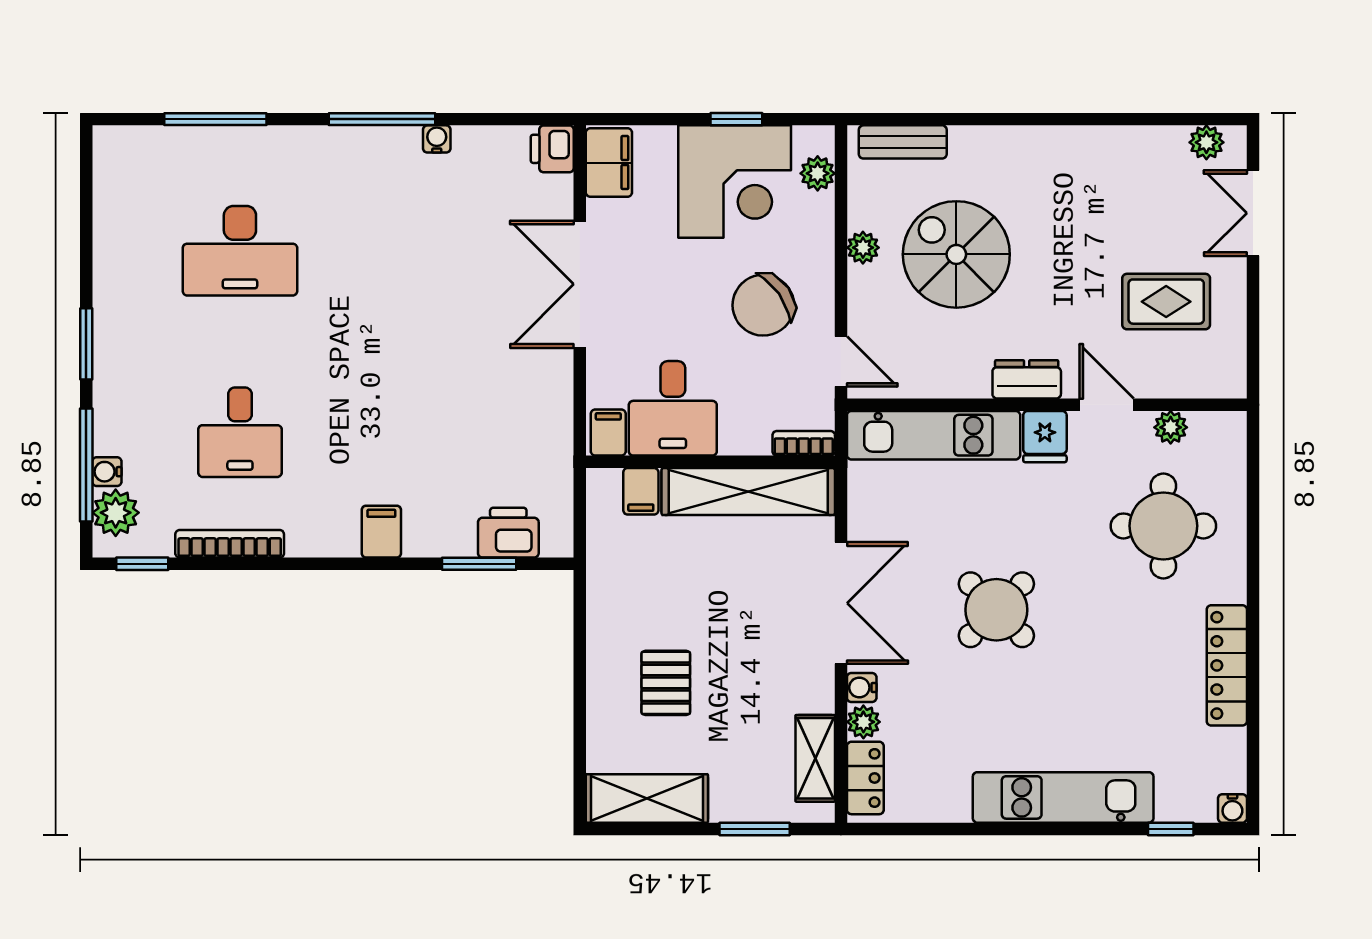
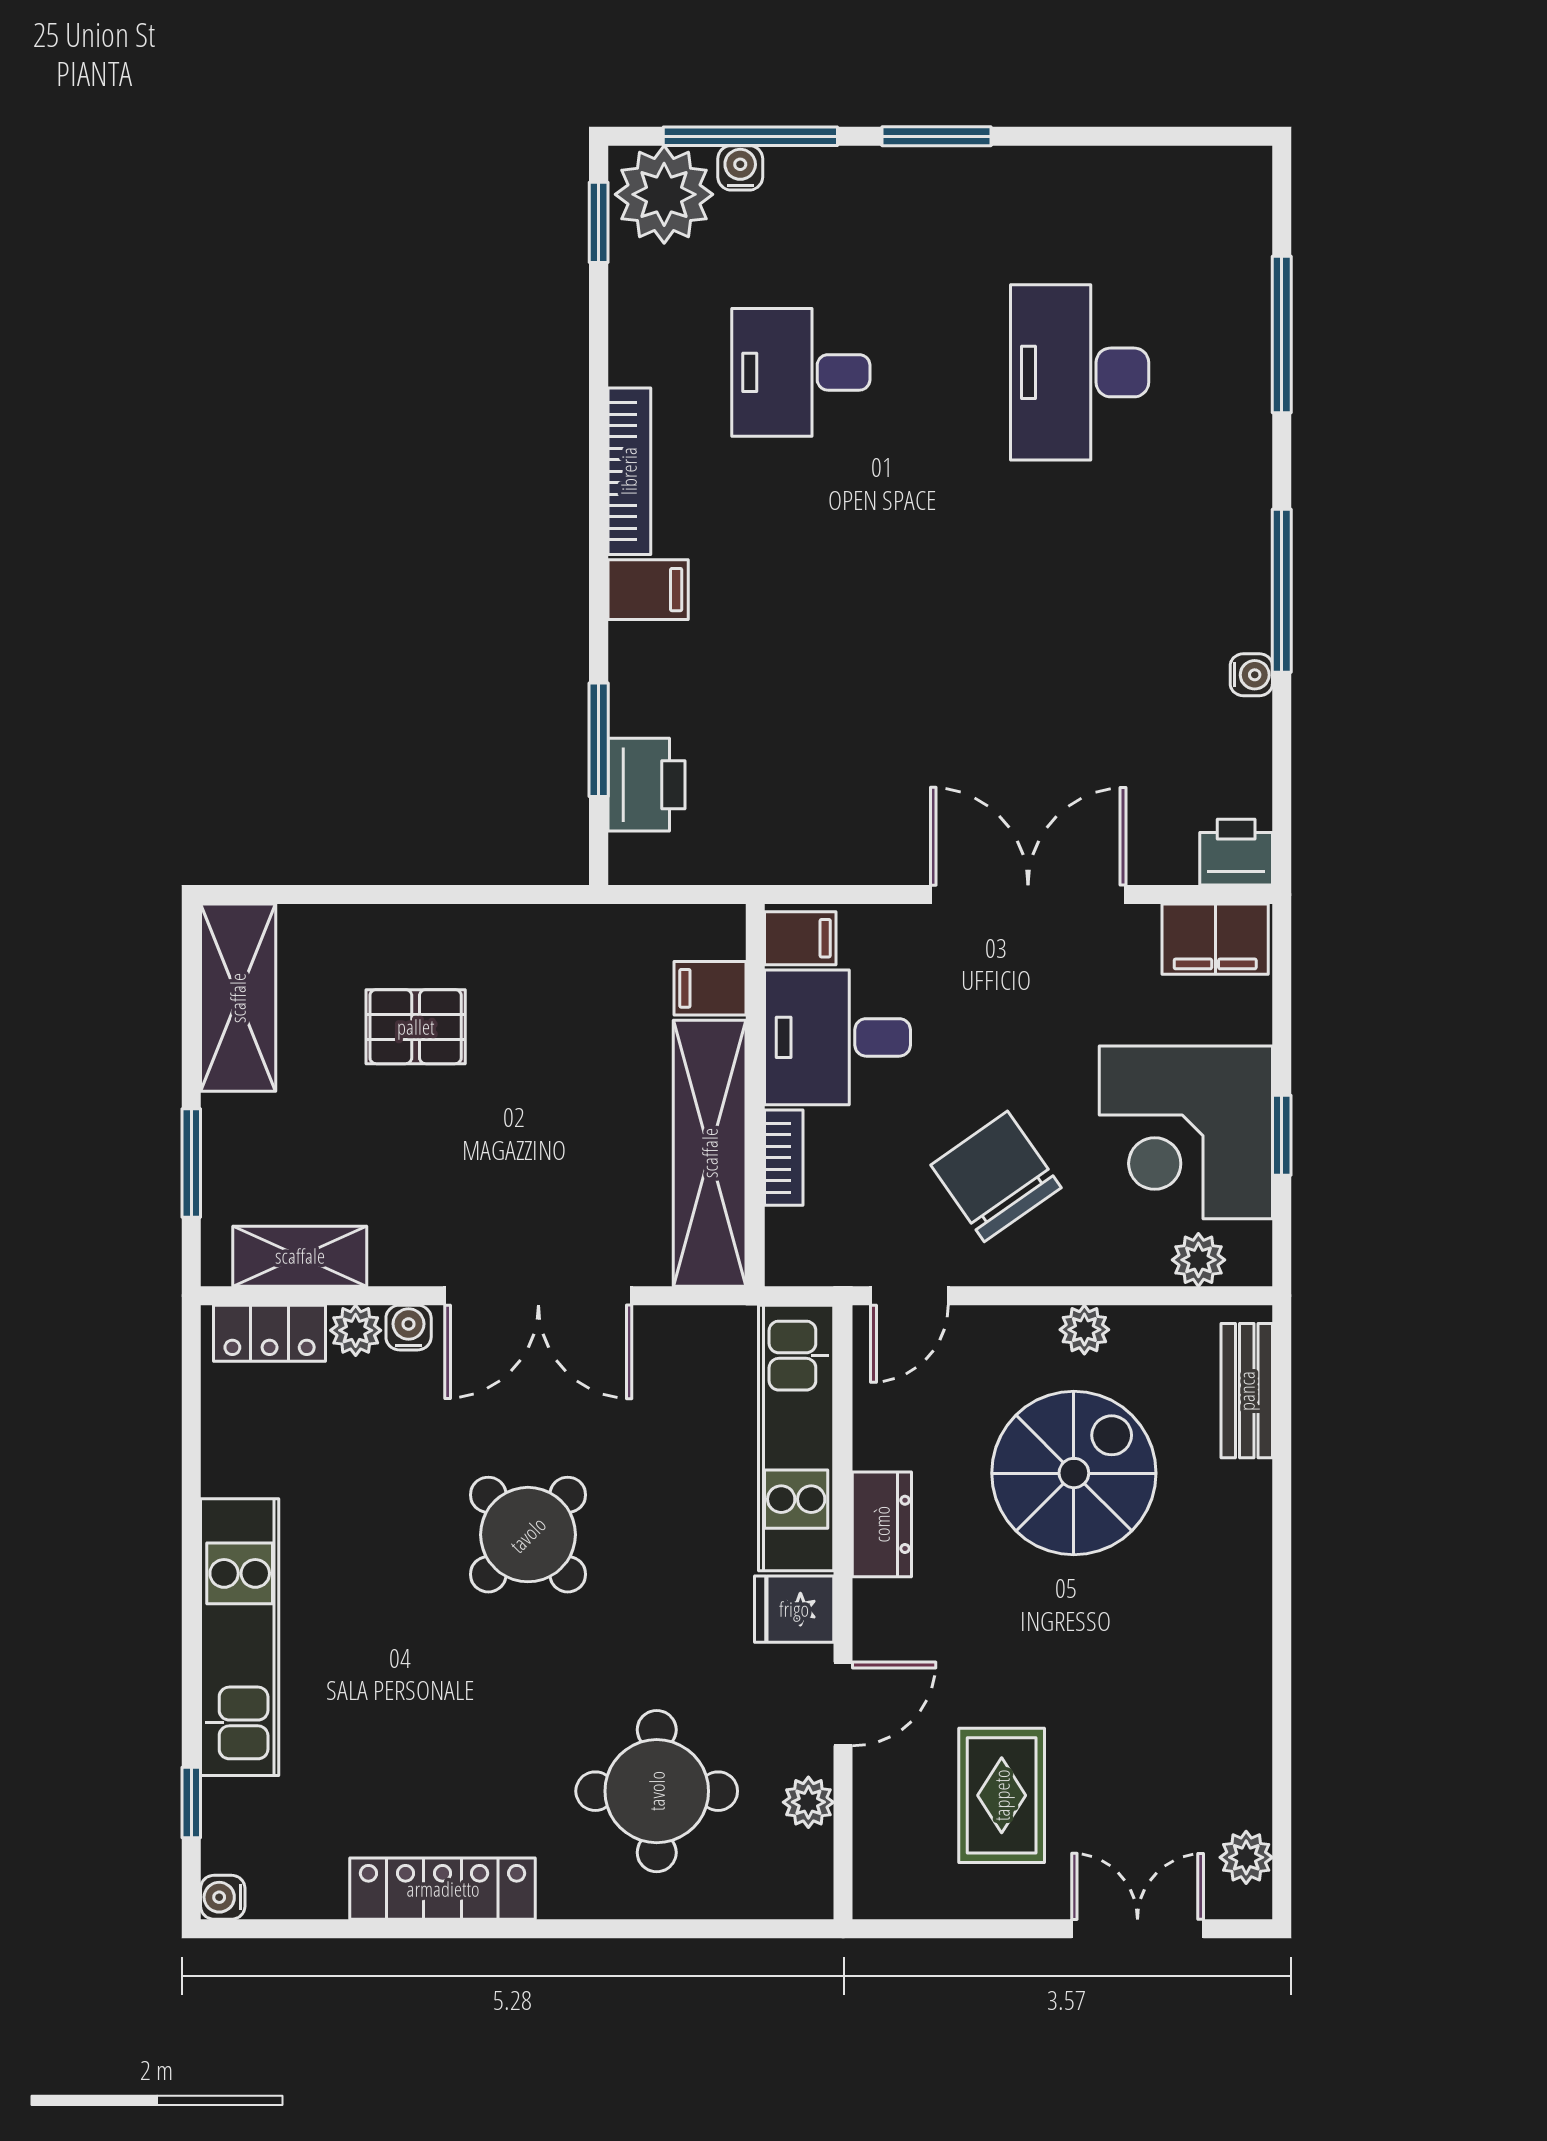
dresser: (1027, 379) -> (882, 1524), moved
bookcase: (804, 443) -> (784, 1158), moved
plant: (116, 513) -> (664, 194), width x1.36, depth x1.36
bookcase: (230, 544) -> (629, 471), moved

